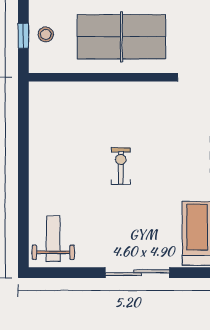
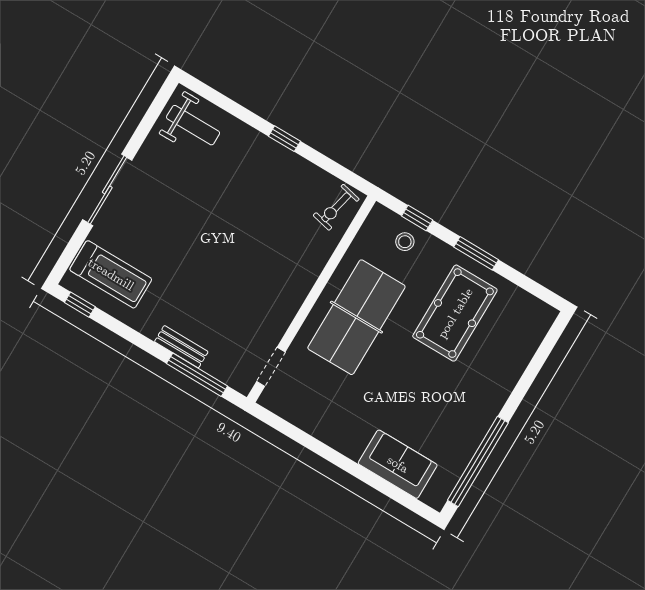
window: (23, 166) -> (284, 139), added
exercise bike: (121, 166) -> (336, 207), moved, turned 103

